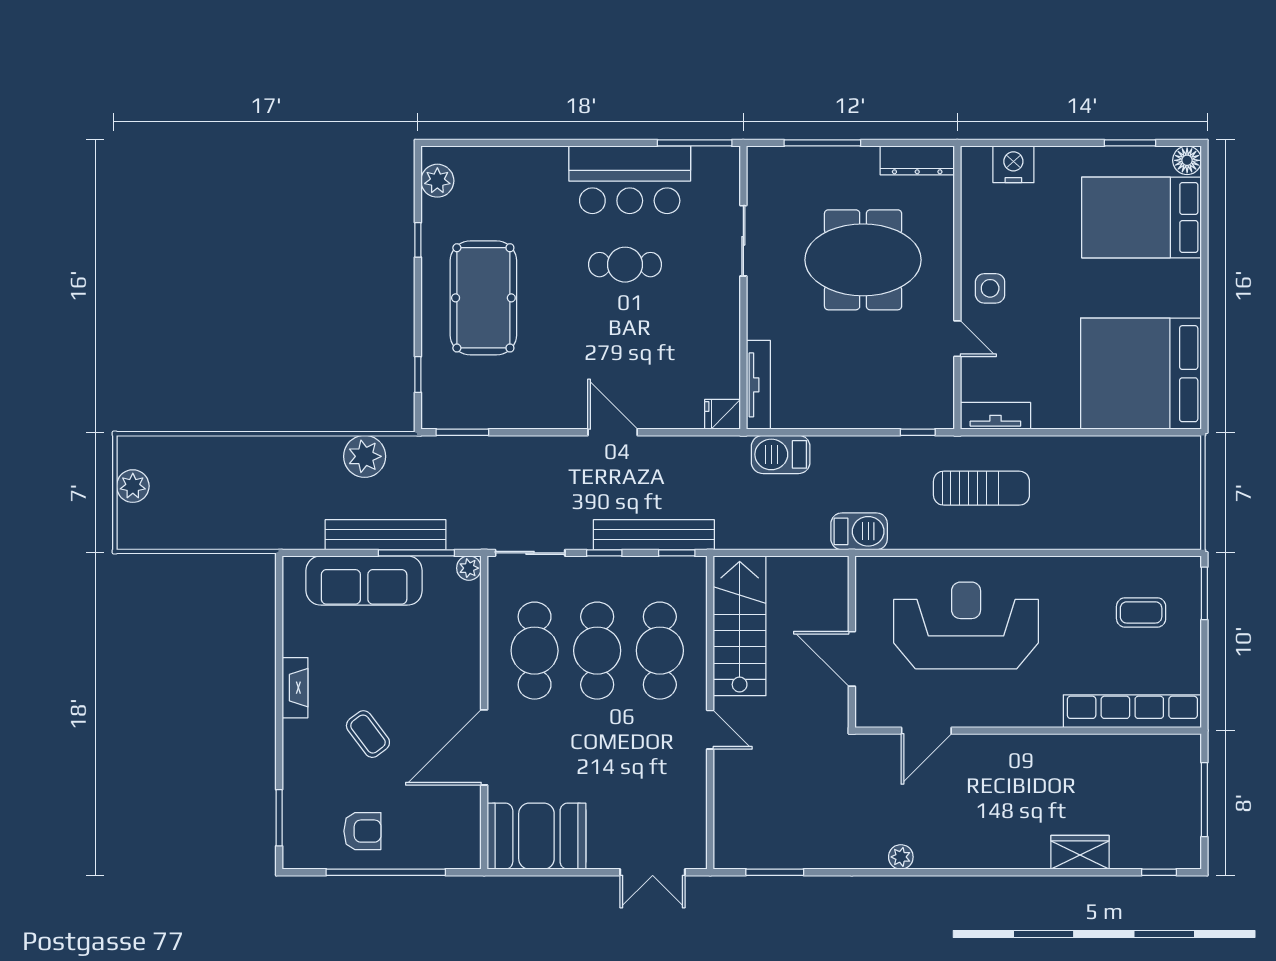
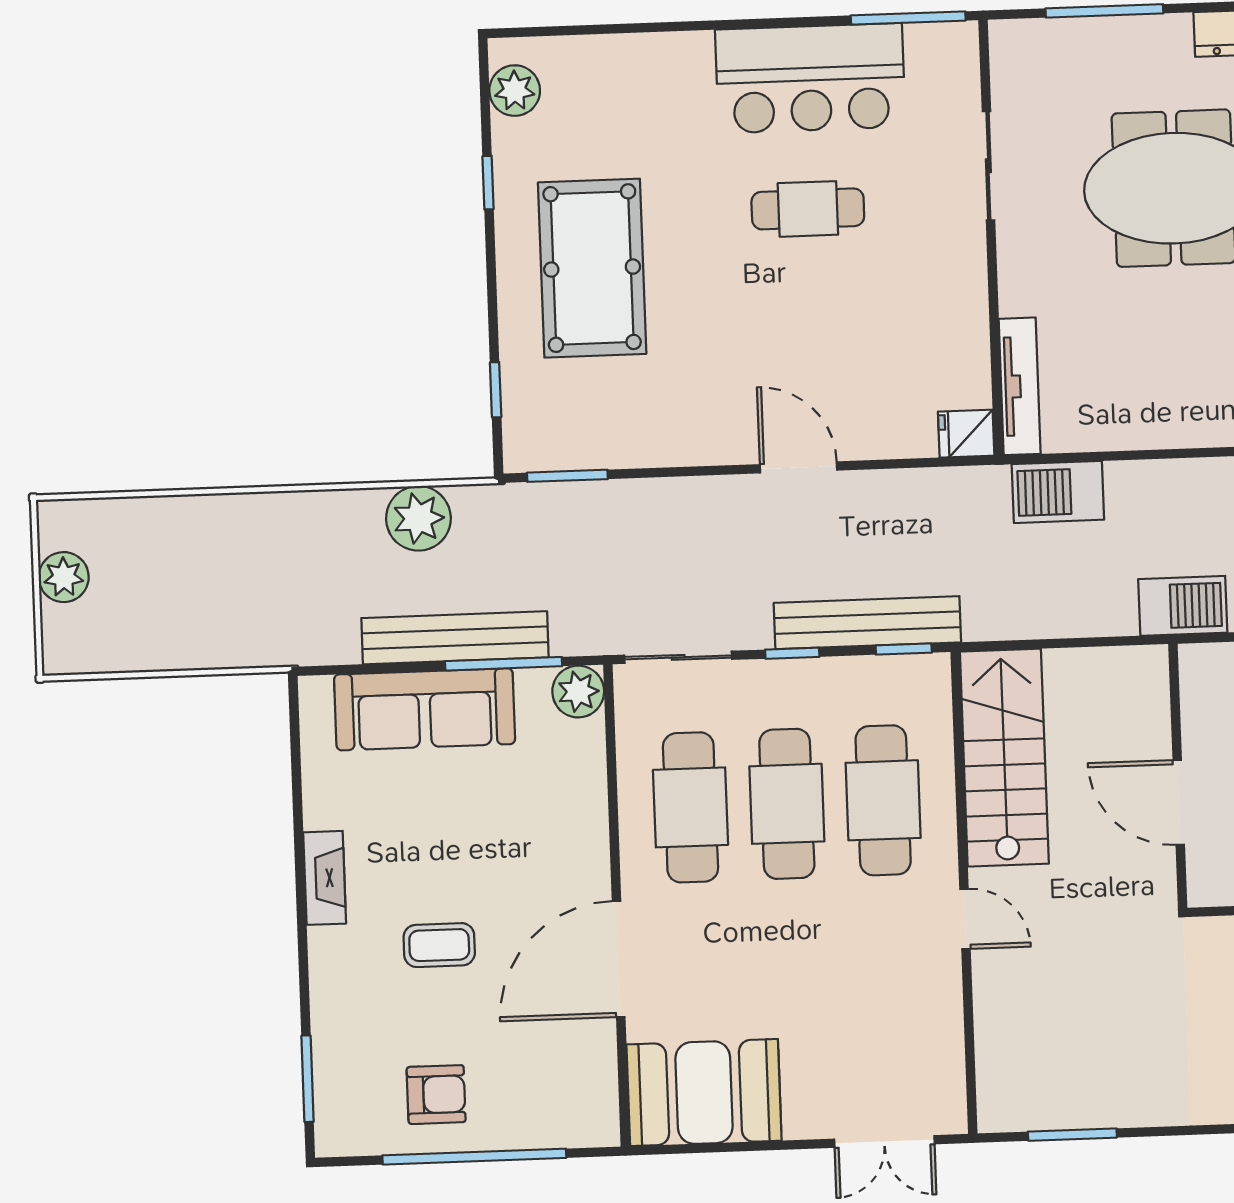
plant: (469, 568) -> (578, 692), width x1.38, depth x1.38
coffee table: (368, 734) -> (439, 945), turned -53

